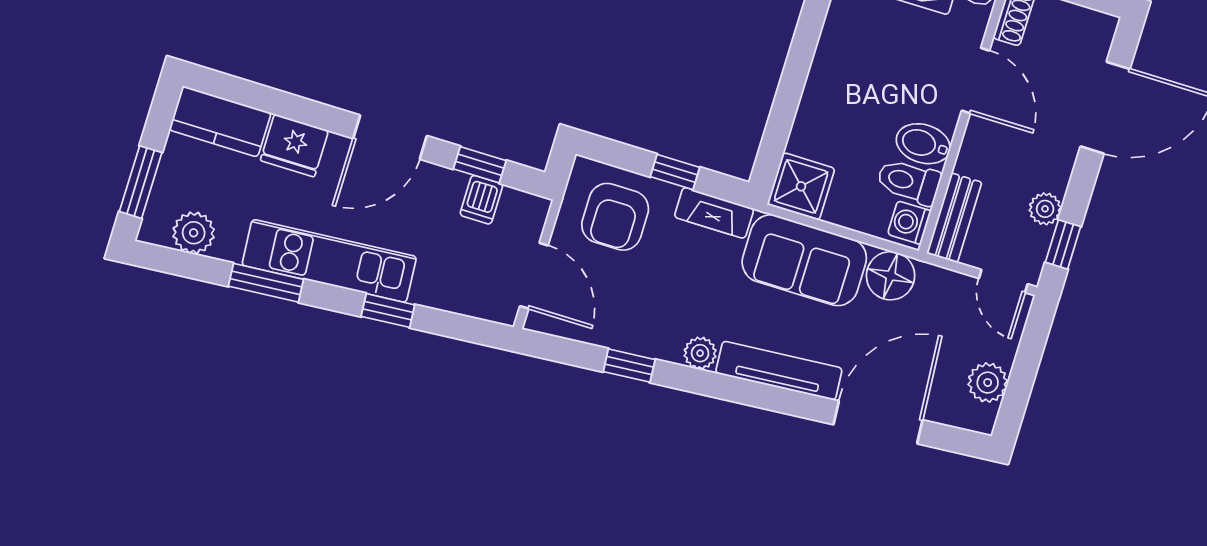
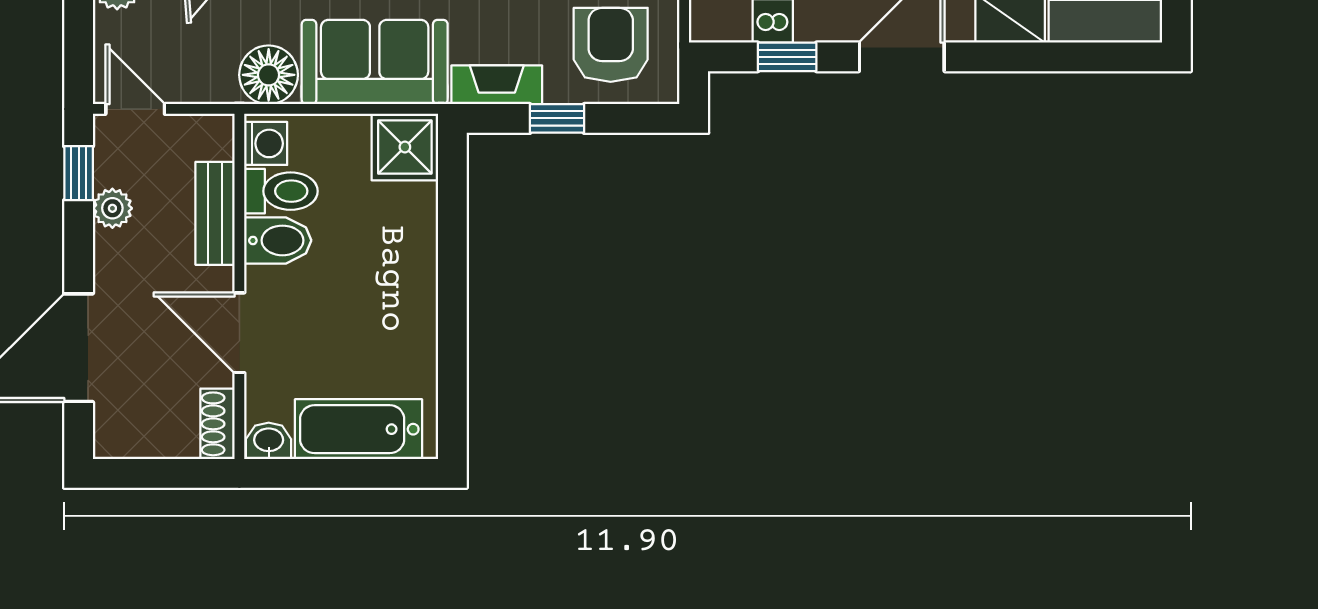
bench: (954, 218) -> (215, 213), moved

